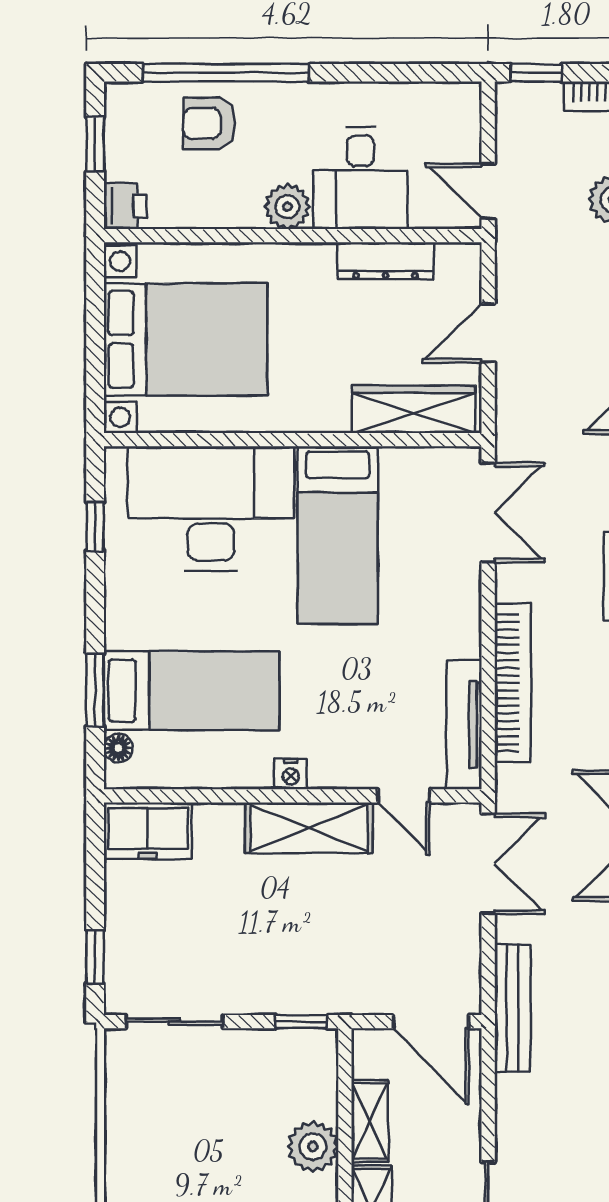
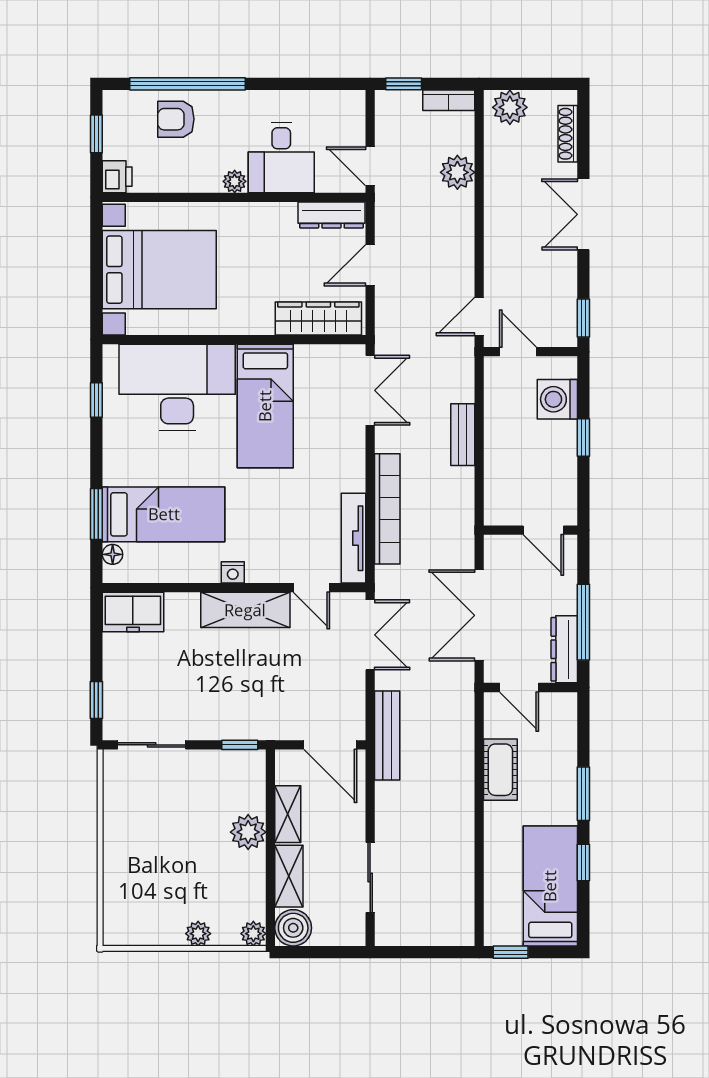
plant: (287, 207) -> (235, 181), width x0.73, depth x0.73
dresser: (386, 261) -> (331, 215), moved

